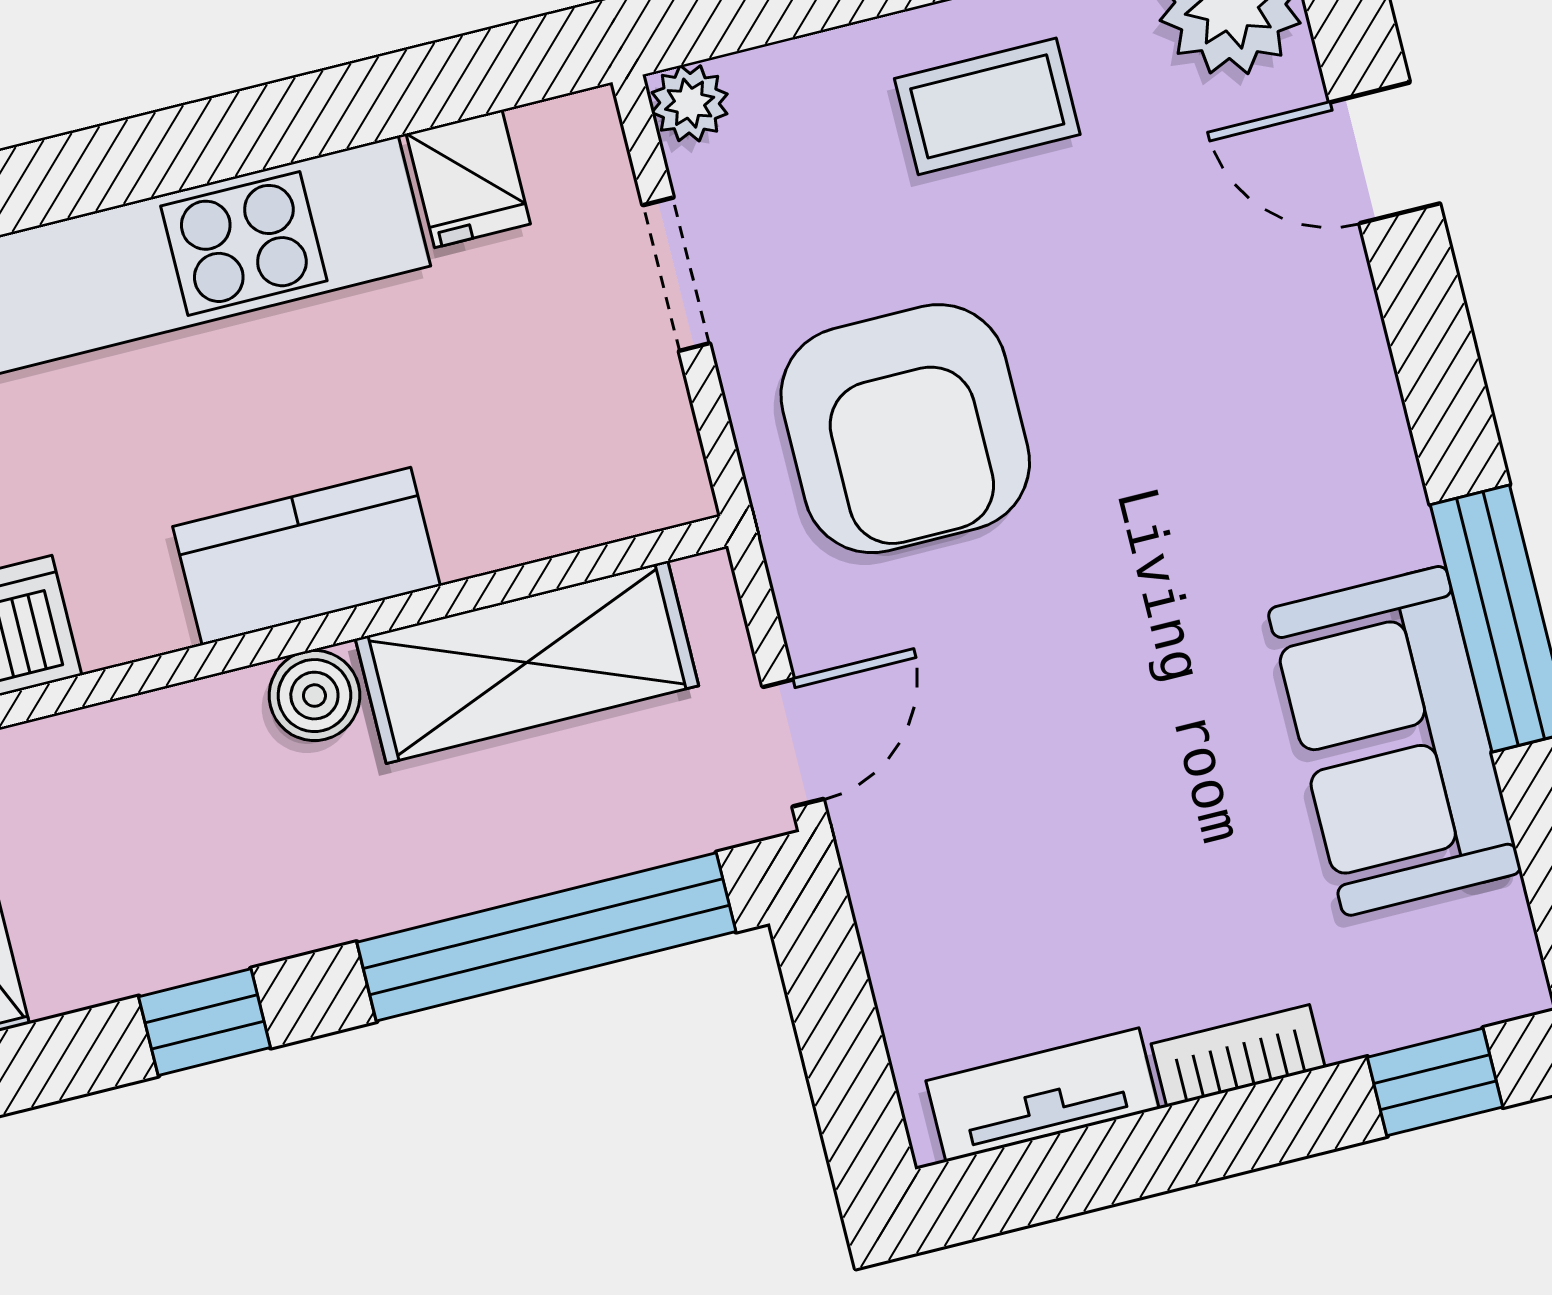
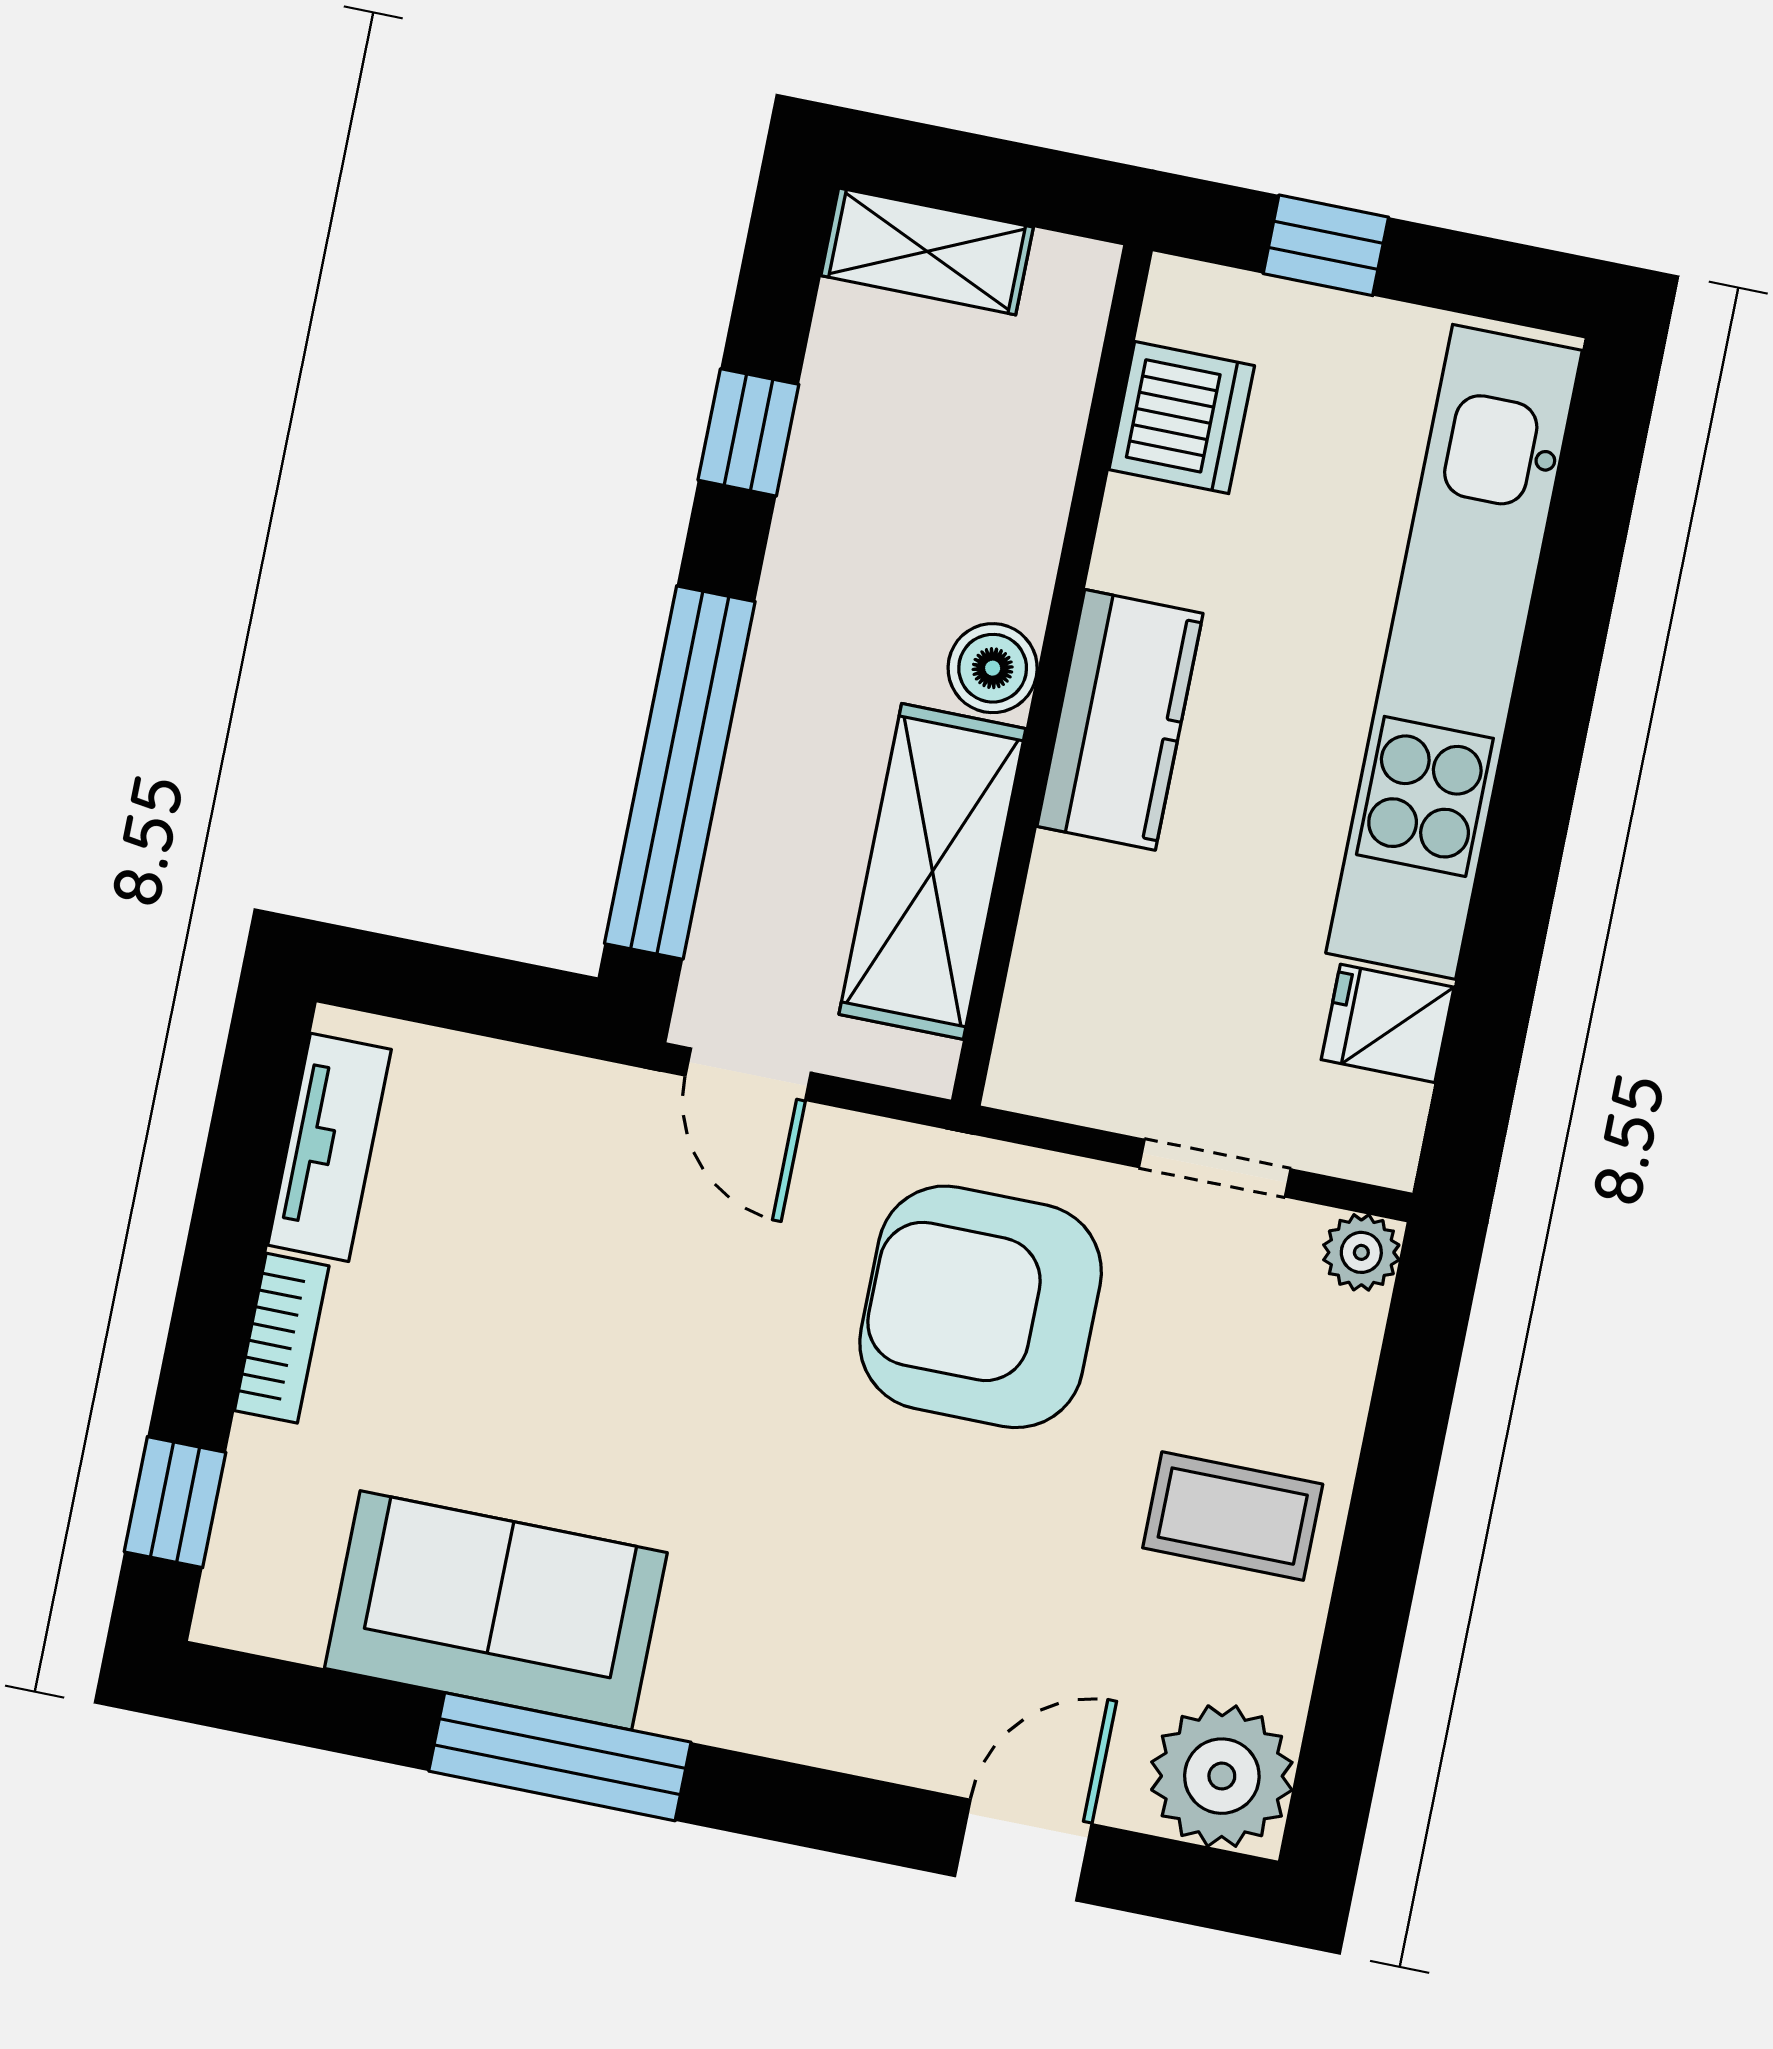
coffee table: (987, 106) -> (1233, 1516), turned 90

